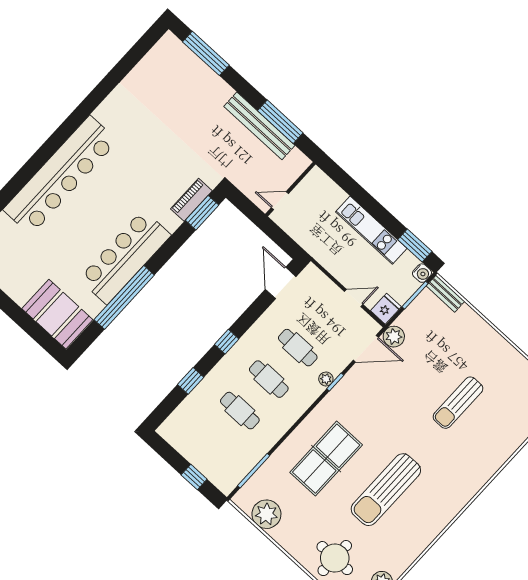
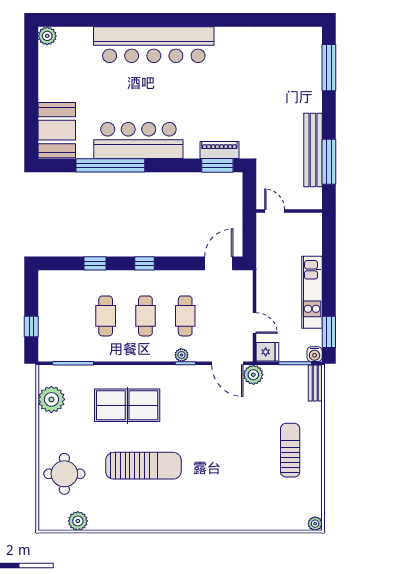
sun lounger: (458, 403) -> (290, 450), moved, turned 90
sun lounger: (386, 490) -> (143, 466), turned 180

